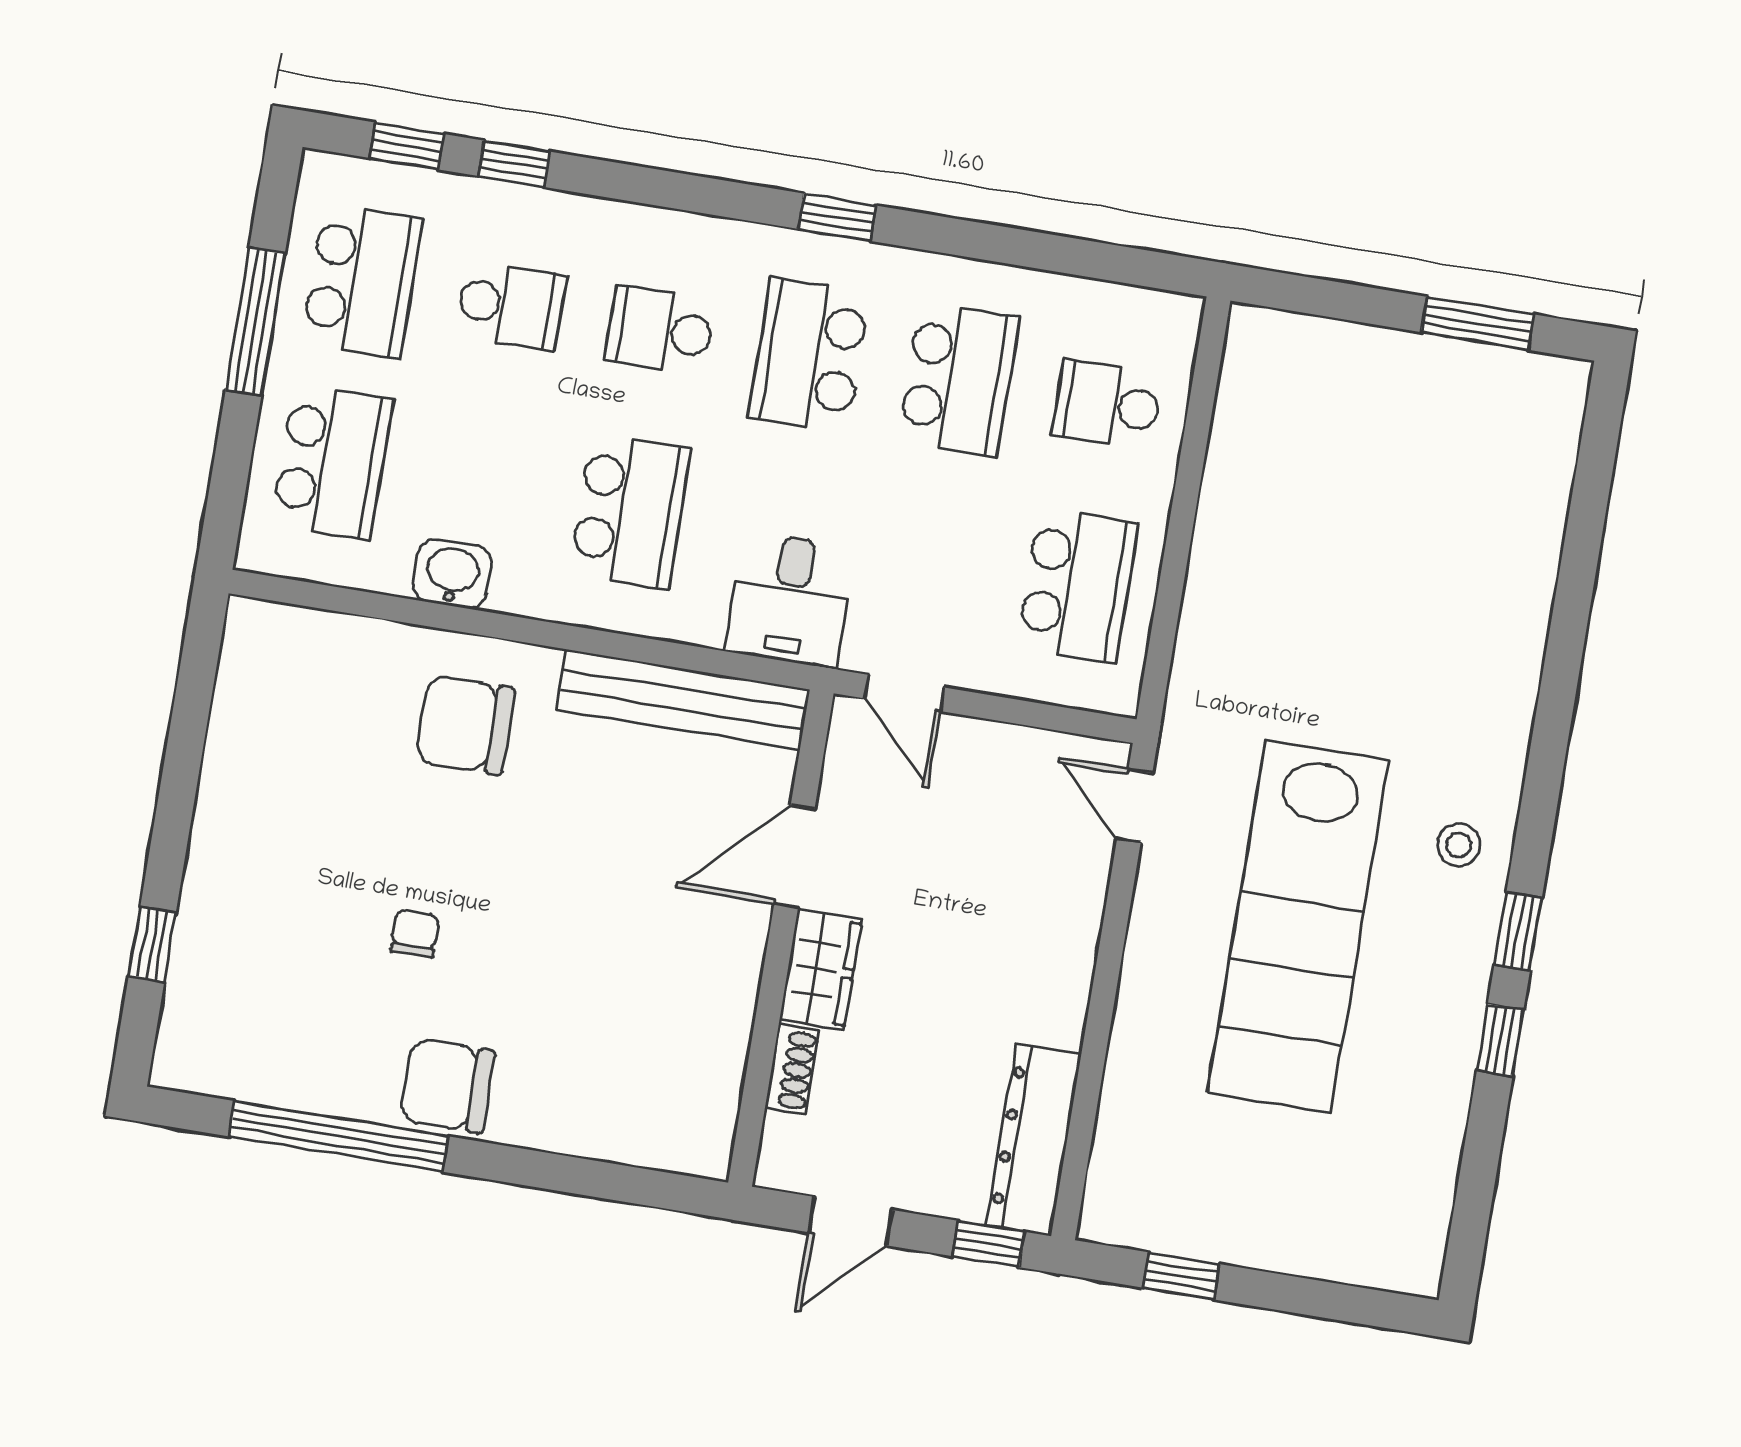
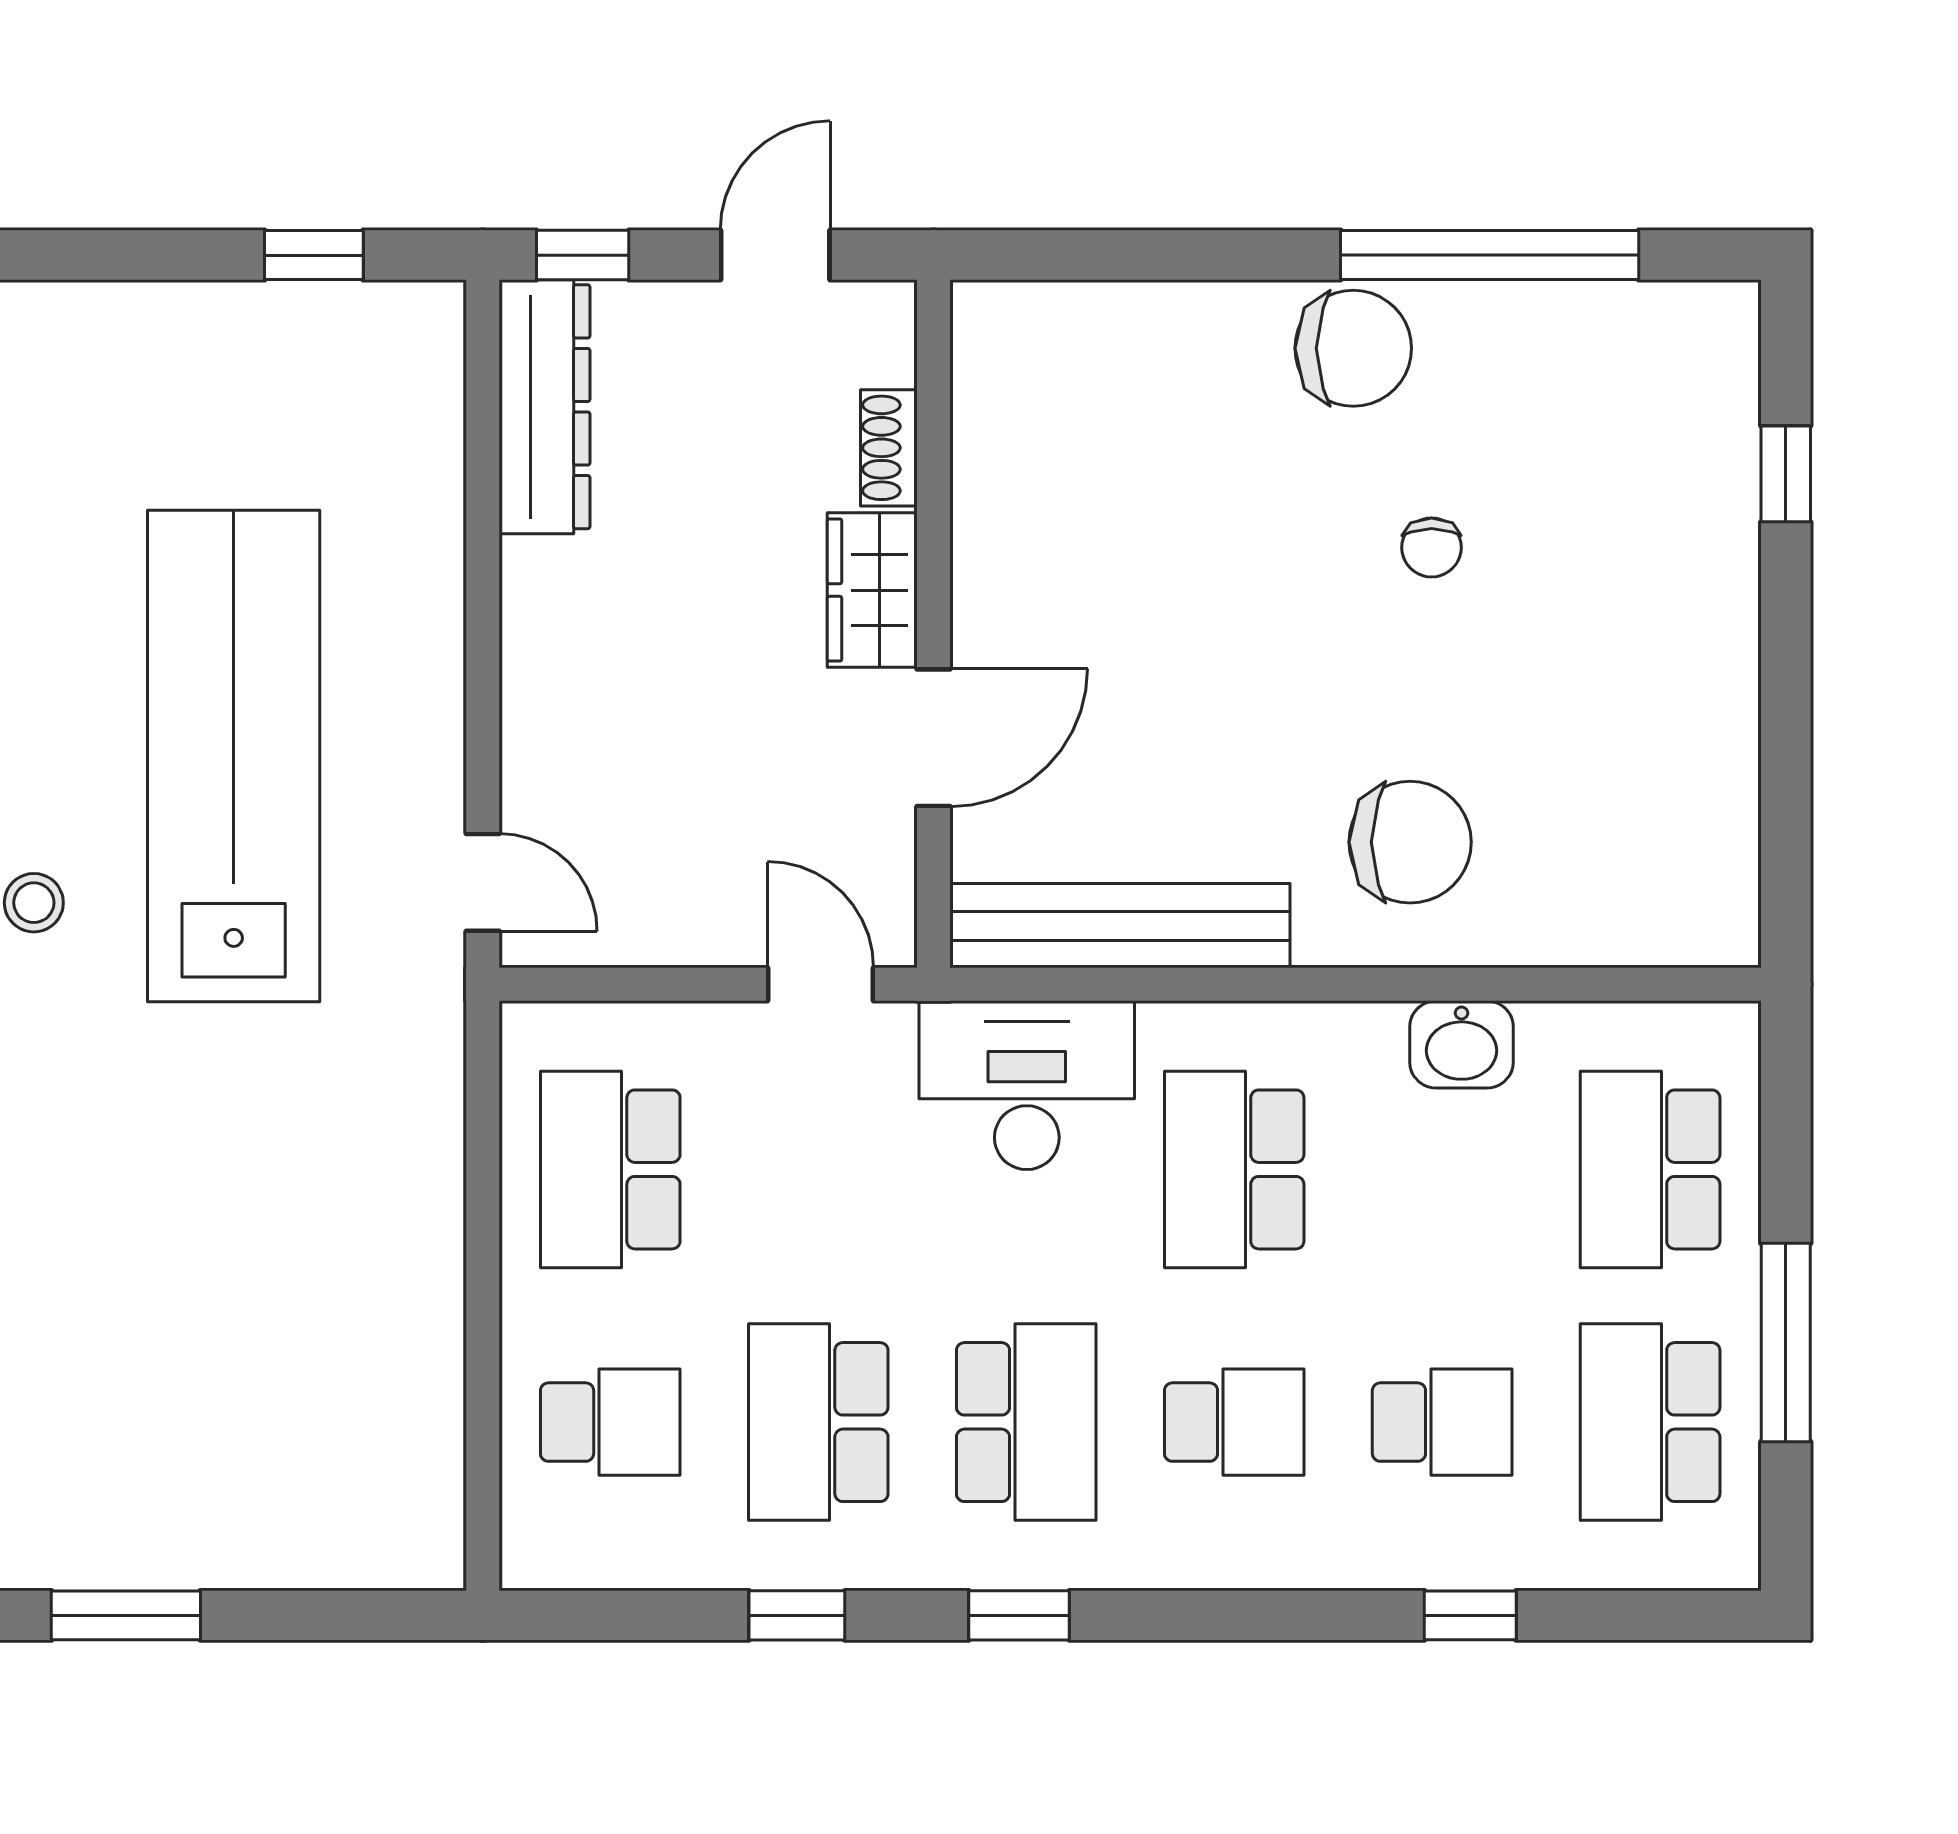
window: (407, 146) -> (797, 1615), moved
school desk: (511, 306) -> (1442, 1422), turned 180
desk: (790, 600) -> (1027, 1085), width x1.37

